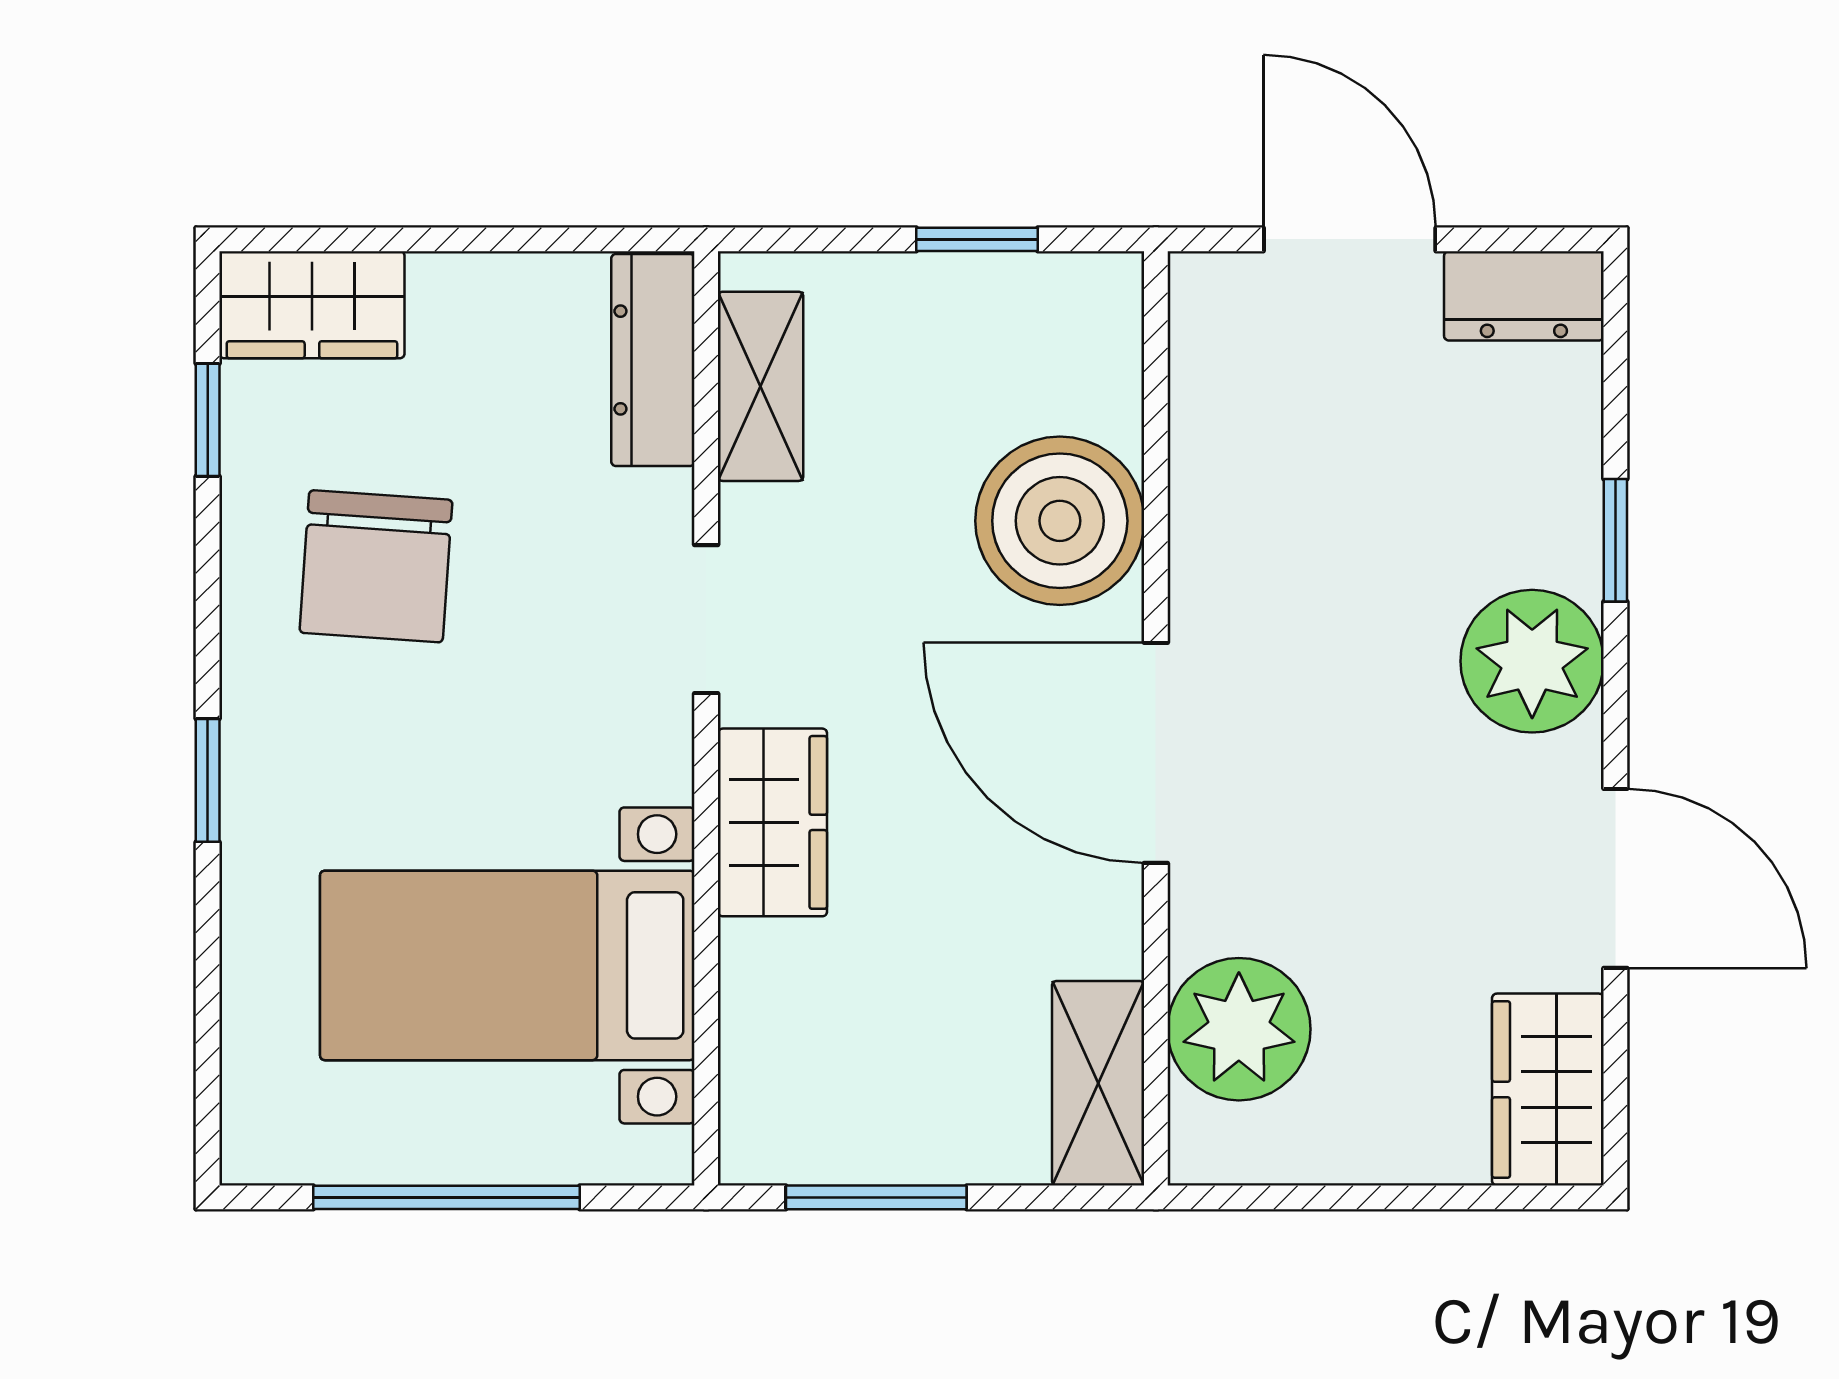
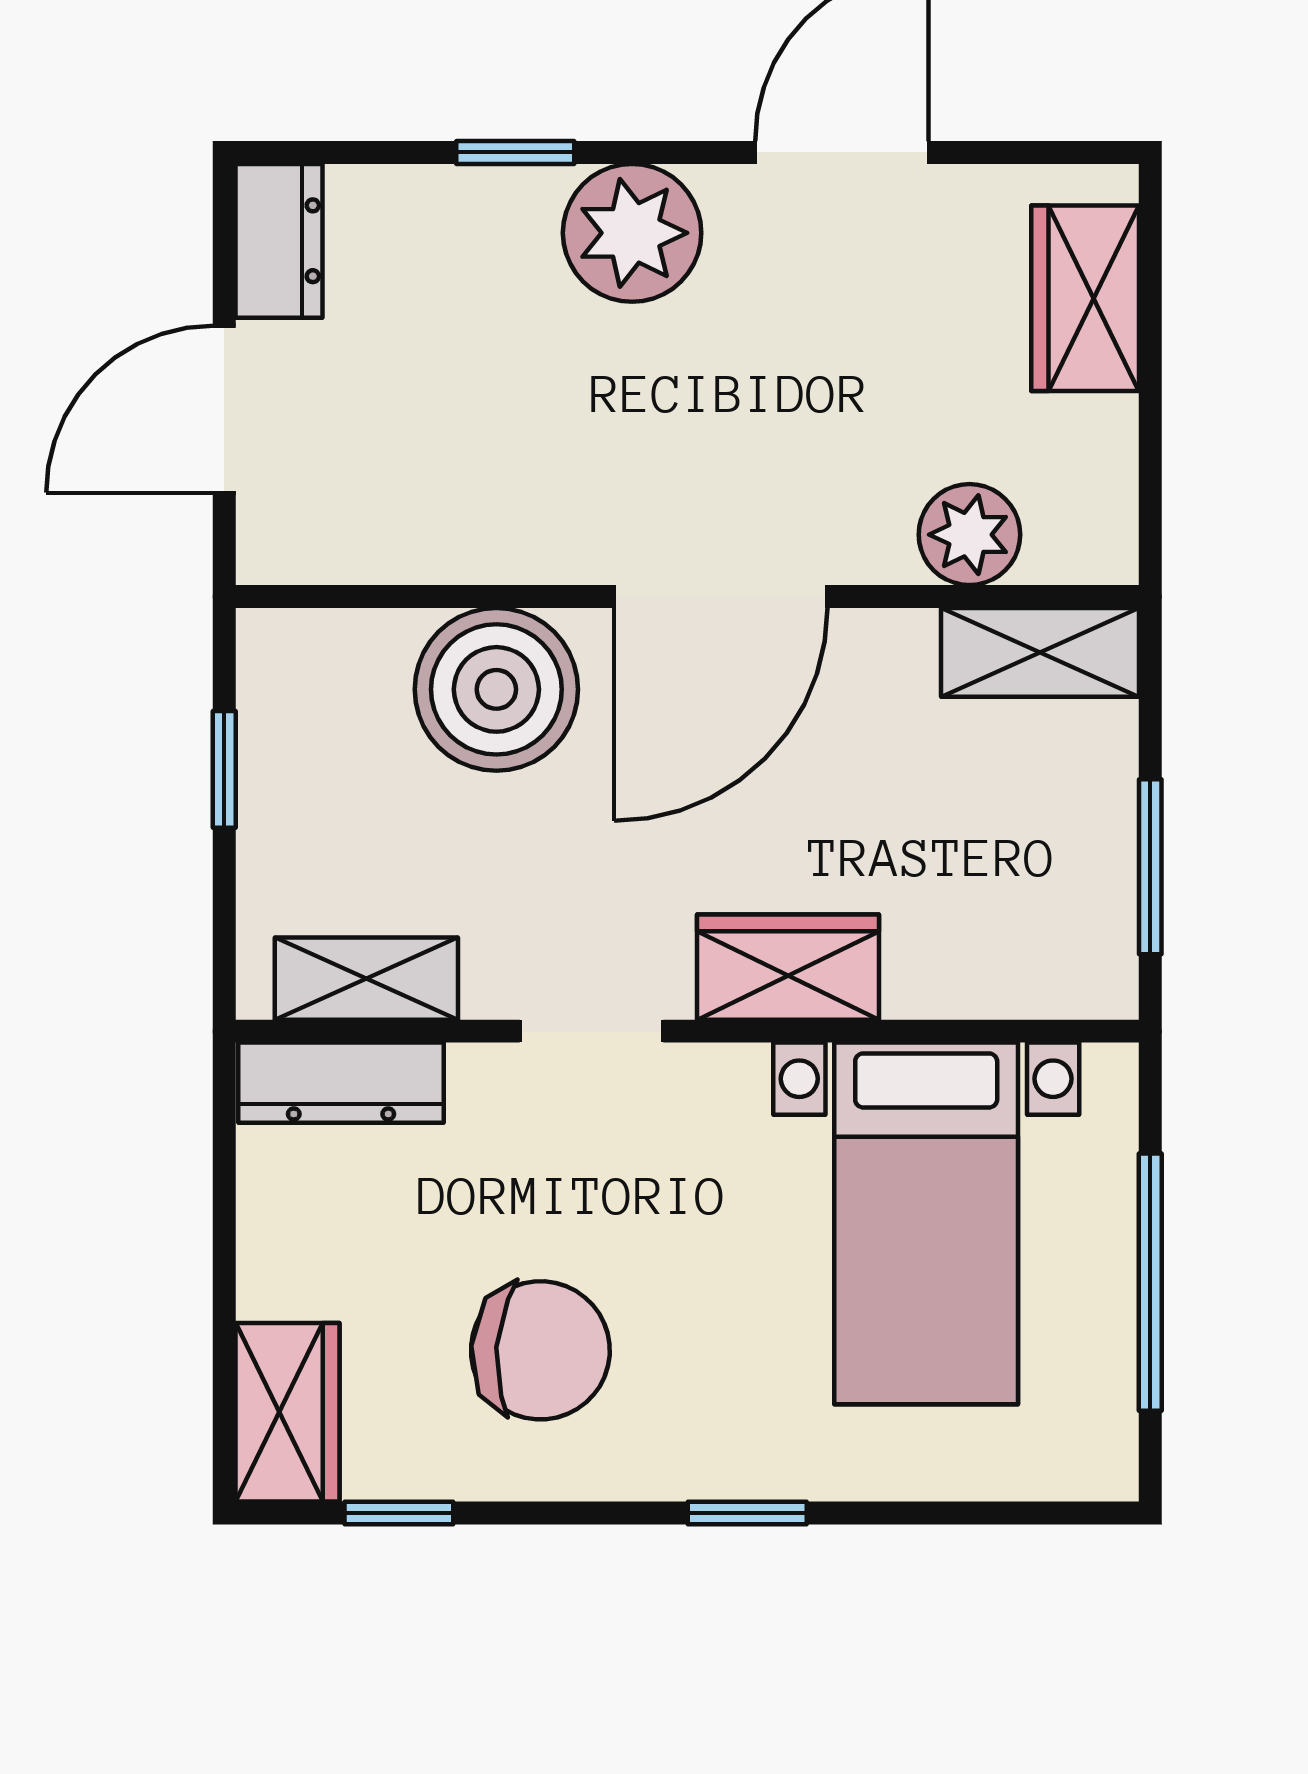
plant: (1239, 1029) -> (969, 535), width x0.73, depth x0.73
wardrobe: (1548, 1090) -> (1085, 298), moved, turned 90

